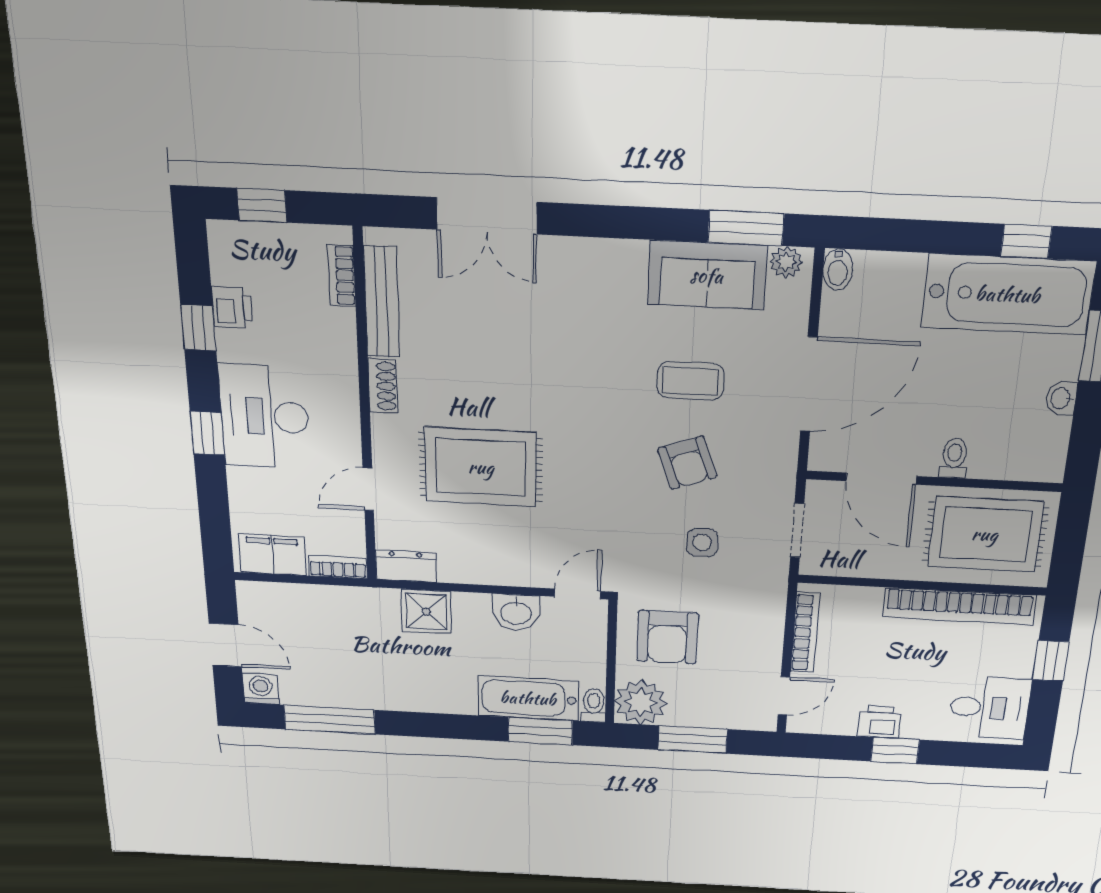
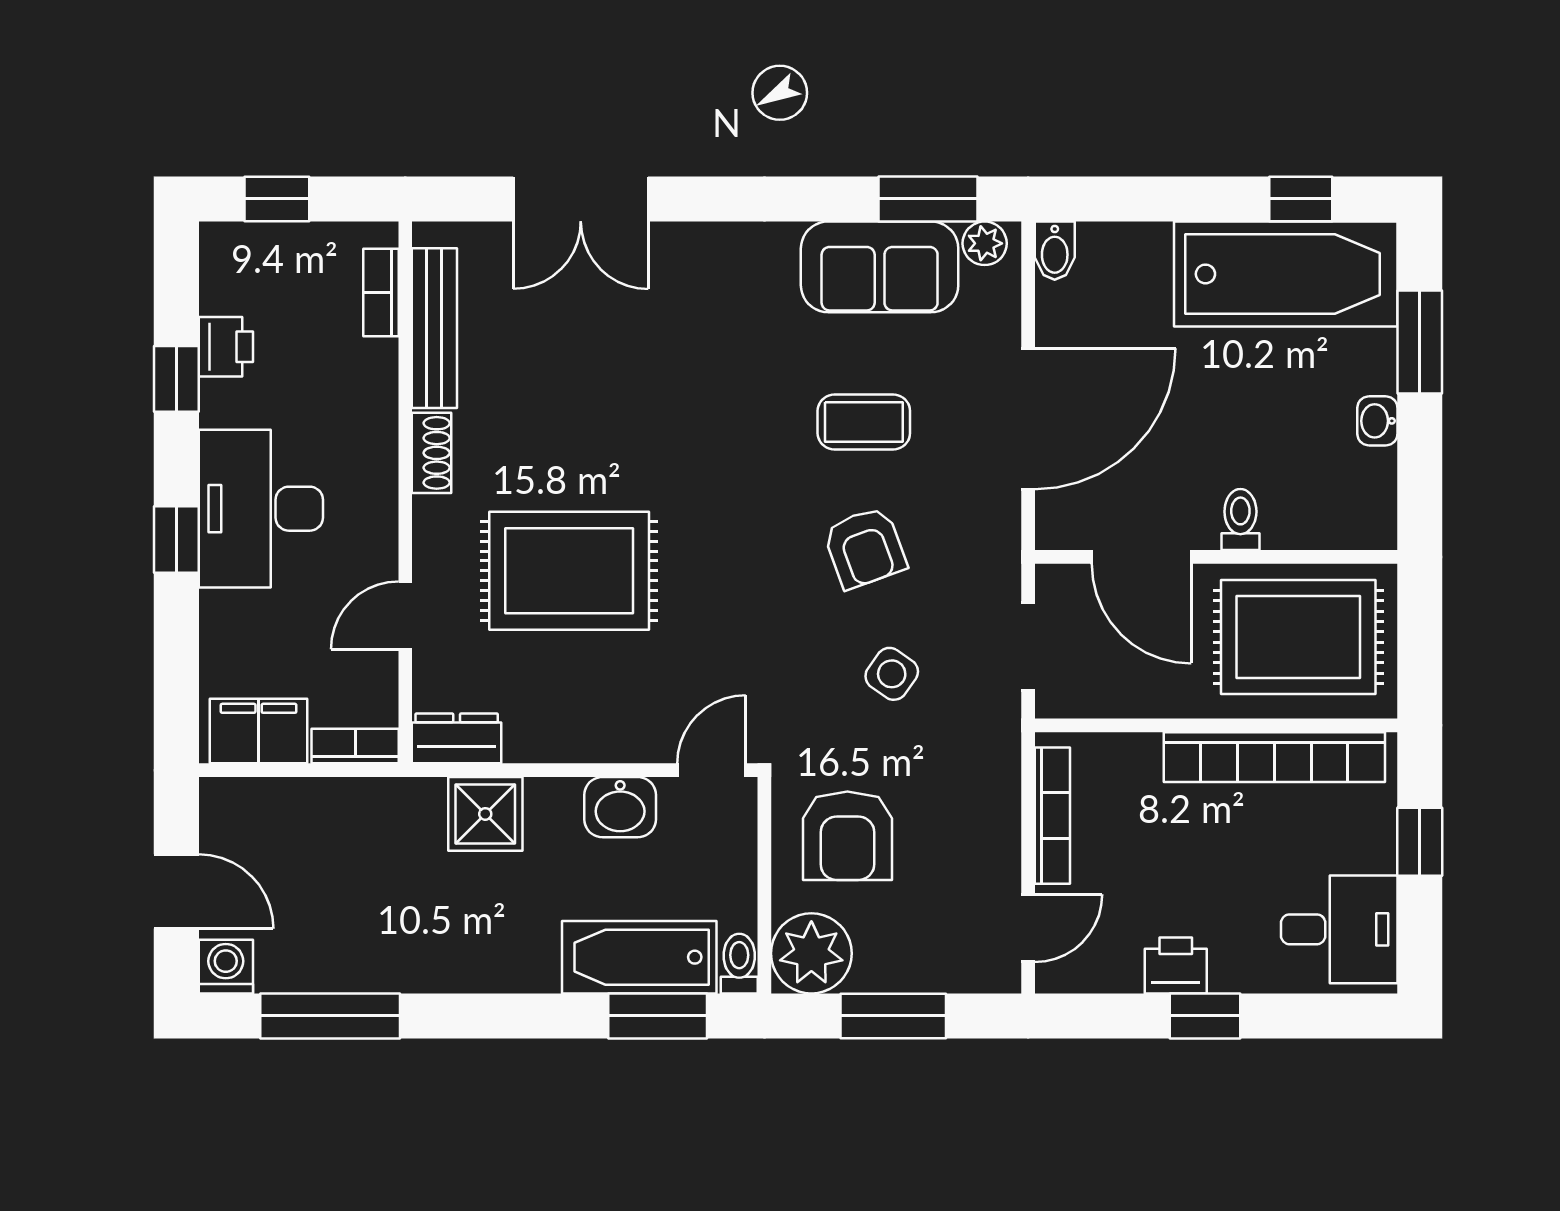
side table: (702, 542) -> (892, 674), turned 35

